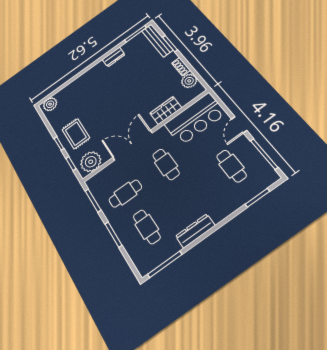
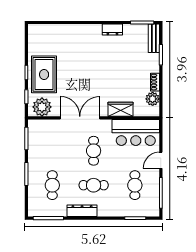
bench: (157, 40) -> (154, 38), width x0.73
plant: (50, 104) -> (38, 31), removed
rug: (76, 134) -> (44, 74), width x1.36, depth x1.43
cafe table: (125, 194) -> (94, 185), moved

